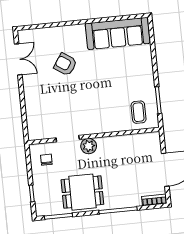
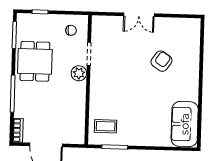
sofa: (118, 33) -> (185, 124), width x0.73
double door: (18, 59) -> (139, 15), moved

